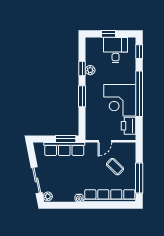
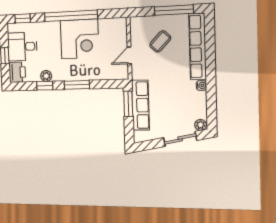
printer: (129, 126) -> (17, 72), moved, turned -90
door: (105, 141) -> (129, 55), swing flipped

